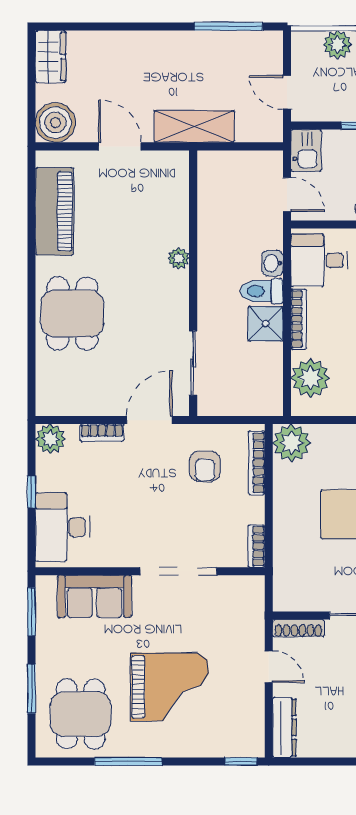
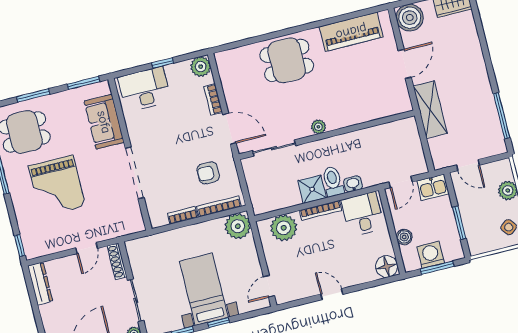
door: (287, 92) -> (468, 165), swing flipped
plant: (179, 258) -> (318, 127), moved
bookcase: (256, 546) -> (183, 215), moved
dresser: (284, 727) -> (40, 284), moved, turned -90

